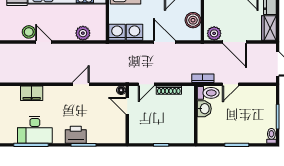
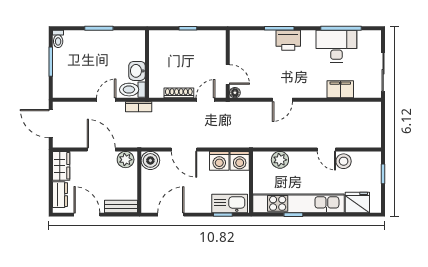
boiler: (193, 20) -> (150, 160), moved

